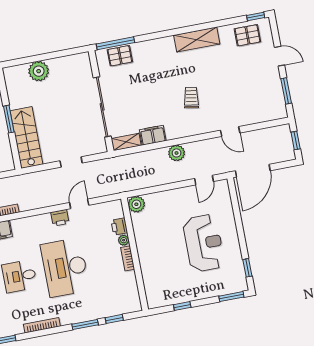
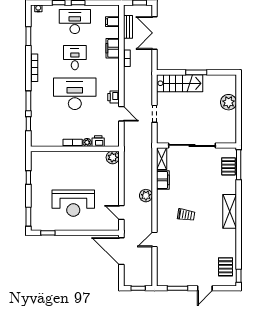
shelving: (197, 40) -> (230, 211), moved

